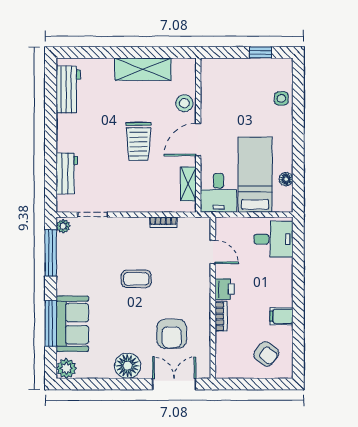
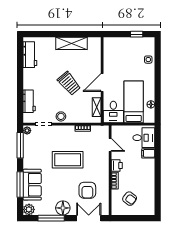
stool: (184, 103) -> (61, 116), moved
trolley: (139, 141) -> (69, 83), turned -40
coffee table: (136, 279) -> (68, 160), width x1.86, depth x1.72
filing cabinet: (281, 316) -> (148, 153), moved
armchair: (266, 354) -> (130, 199), moved
window: (106, 384) -> (51, 218), added

